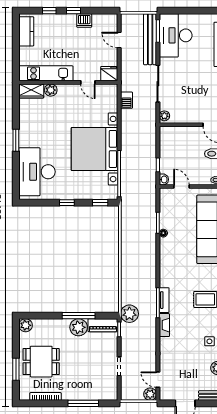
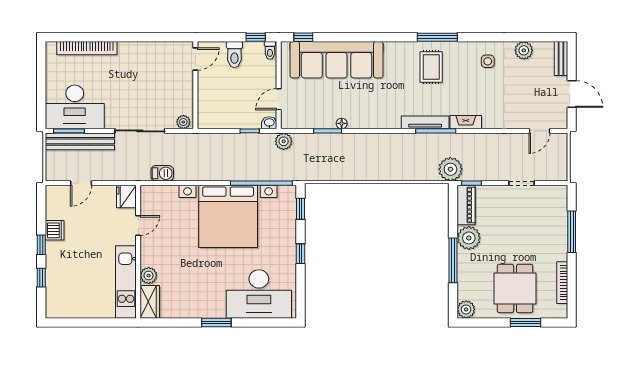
kitchen counter: (26, 31) -> (69, 308), removed
tv unit: (164, 300) -> (425, 122), width x1.41
window: (79, 316) -> (453, 260), moved
plant: (150, 394) -> (284, 141), moved

